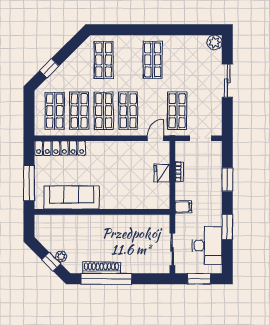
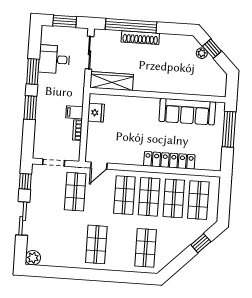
window: (227, 118) -> (25, 181), added
locker: (60, 148) -> (169, 160), moved
fridge: (162, 173) -> (96, 113), moved
window: (227, 180) -> (30, 108), moved
filing cabinet: (183, 207) -> (74, 112), moved
wardrobe: (149, 223) -> (112, 81), added
desk: (207, 246) -> (54, 59), width x0.73
shoe rack: (102, 268) -> (140, 38), moved
window: (106, 279) -> (131, 26), moved

